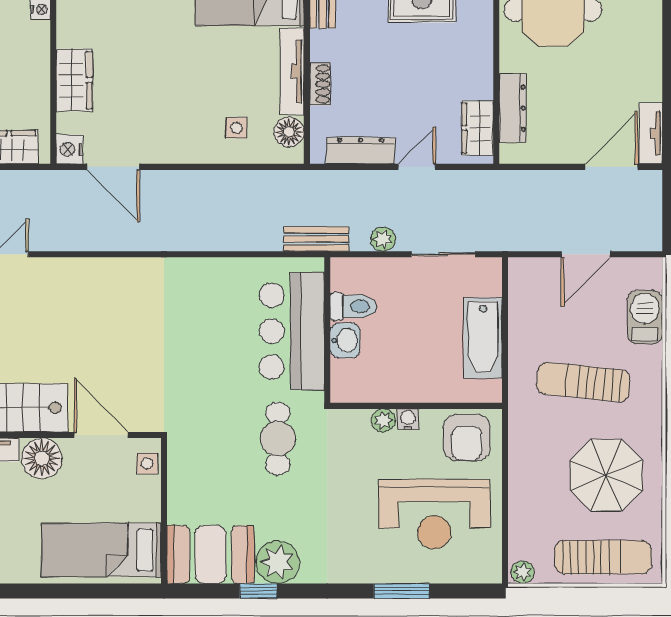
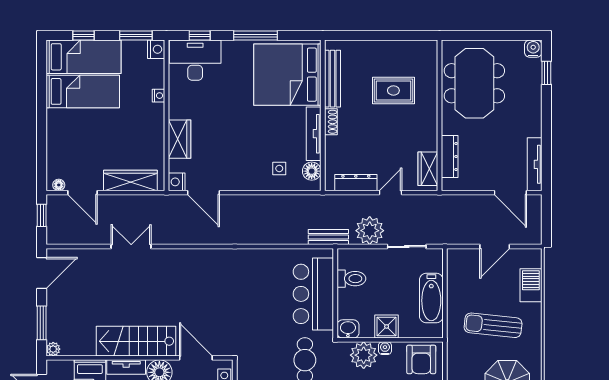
shoe rack: (320, 84) -> (331, 122), moved
tv unit: (651, 133) -> (535, 164), width x1.41
door: (611, 167) -> (510, 193), swing flipped
plant: (383, 239) -> (370, 231), width x1.87, depth x1.87
washbasin: (345, 340) -> (348, 329), moved, turned -90
shower: (410, 384) -> (387, 326), added
plant: (383, 420) -> (364, 355), width x1.88, depth x1.88

